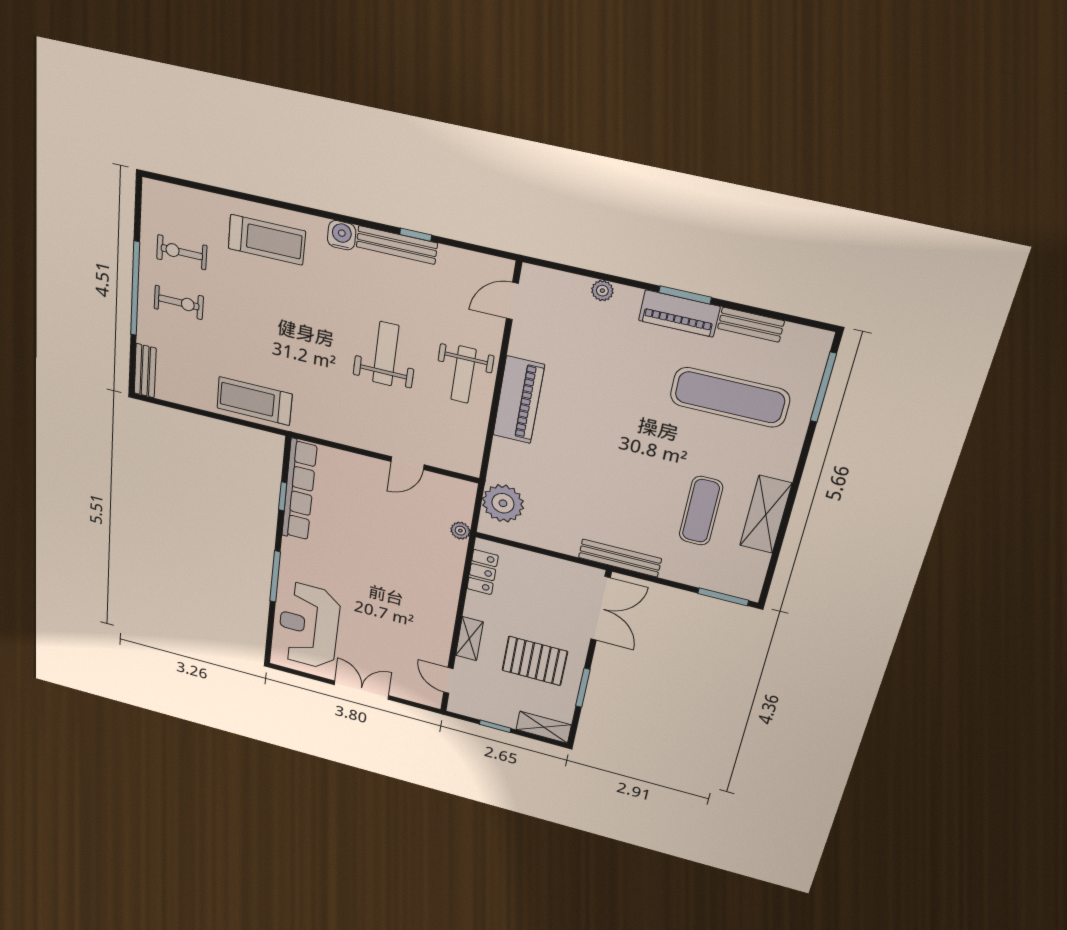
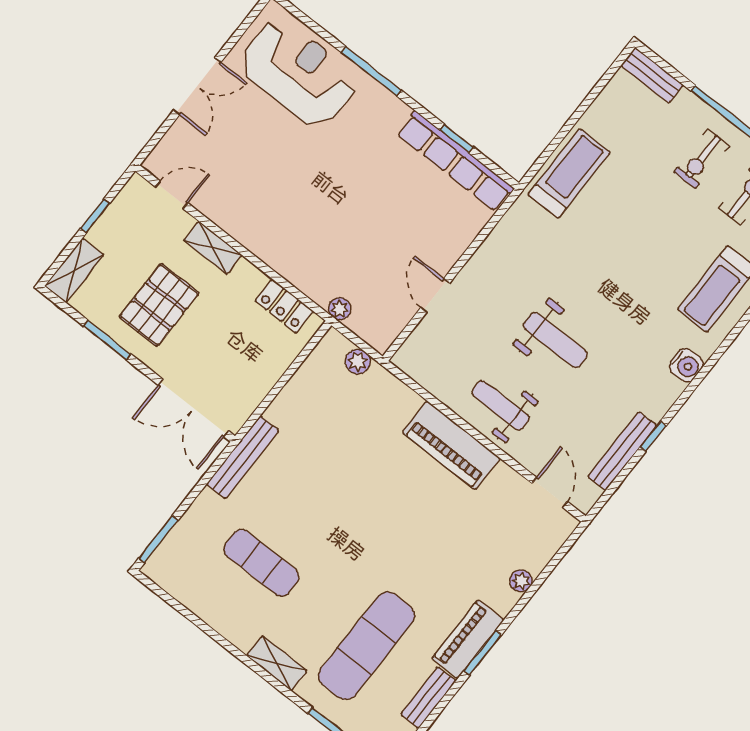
bench: (397, 245) -> (622, 451), moved
plant: (503, 503) -> (358, 362), width x0.53, depth x0.53
shelving: (766, 515) -> (277, 663), moved, width x0.67, depth x0.75

